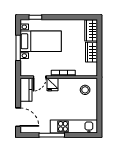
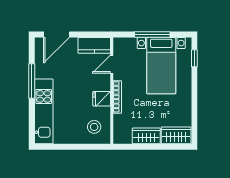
door: (40, 77) -> (112, 64), hinge flipped
fridge: (52, 85) -> (102, 99), moved

